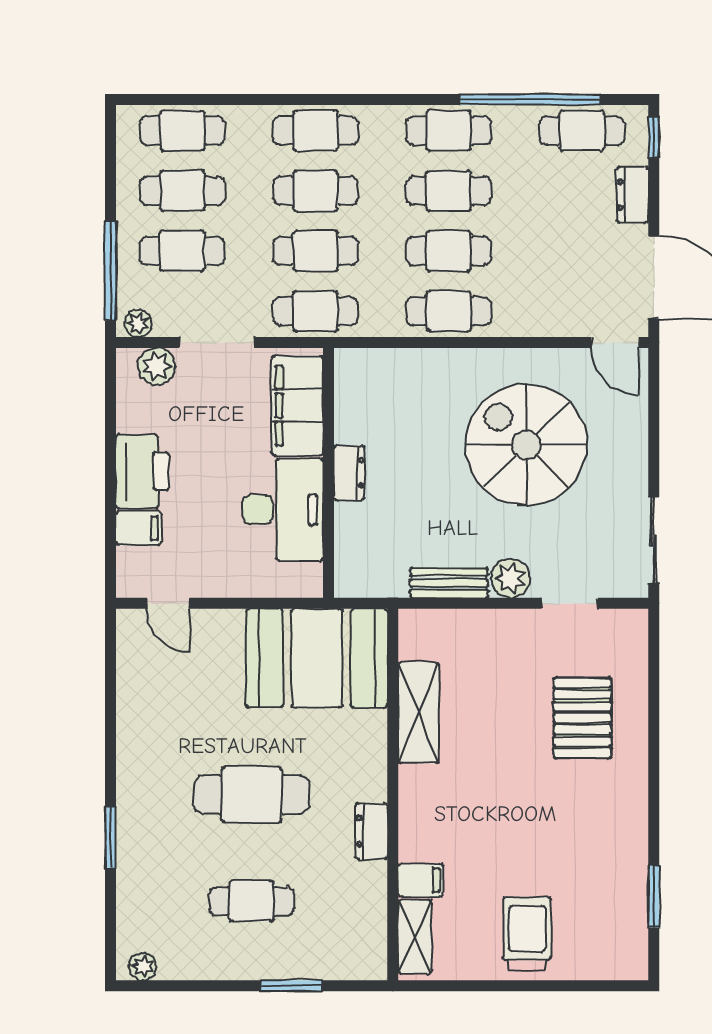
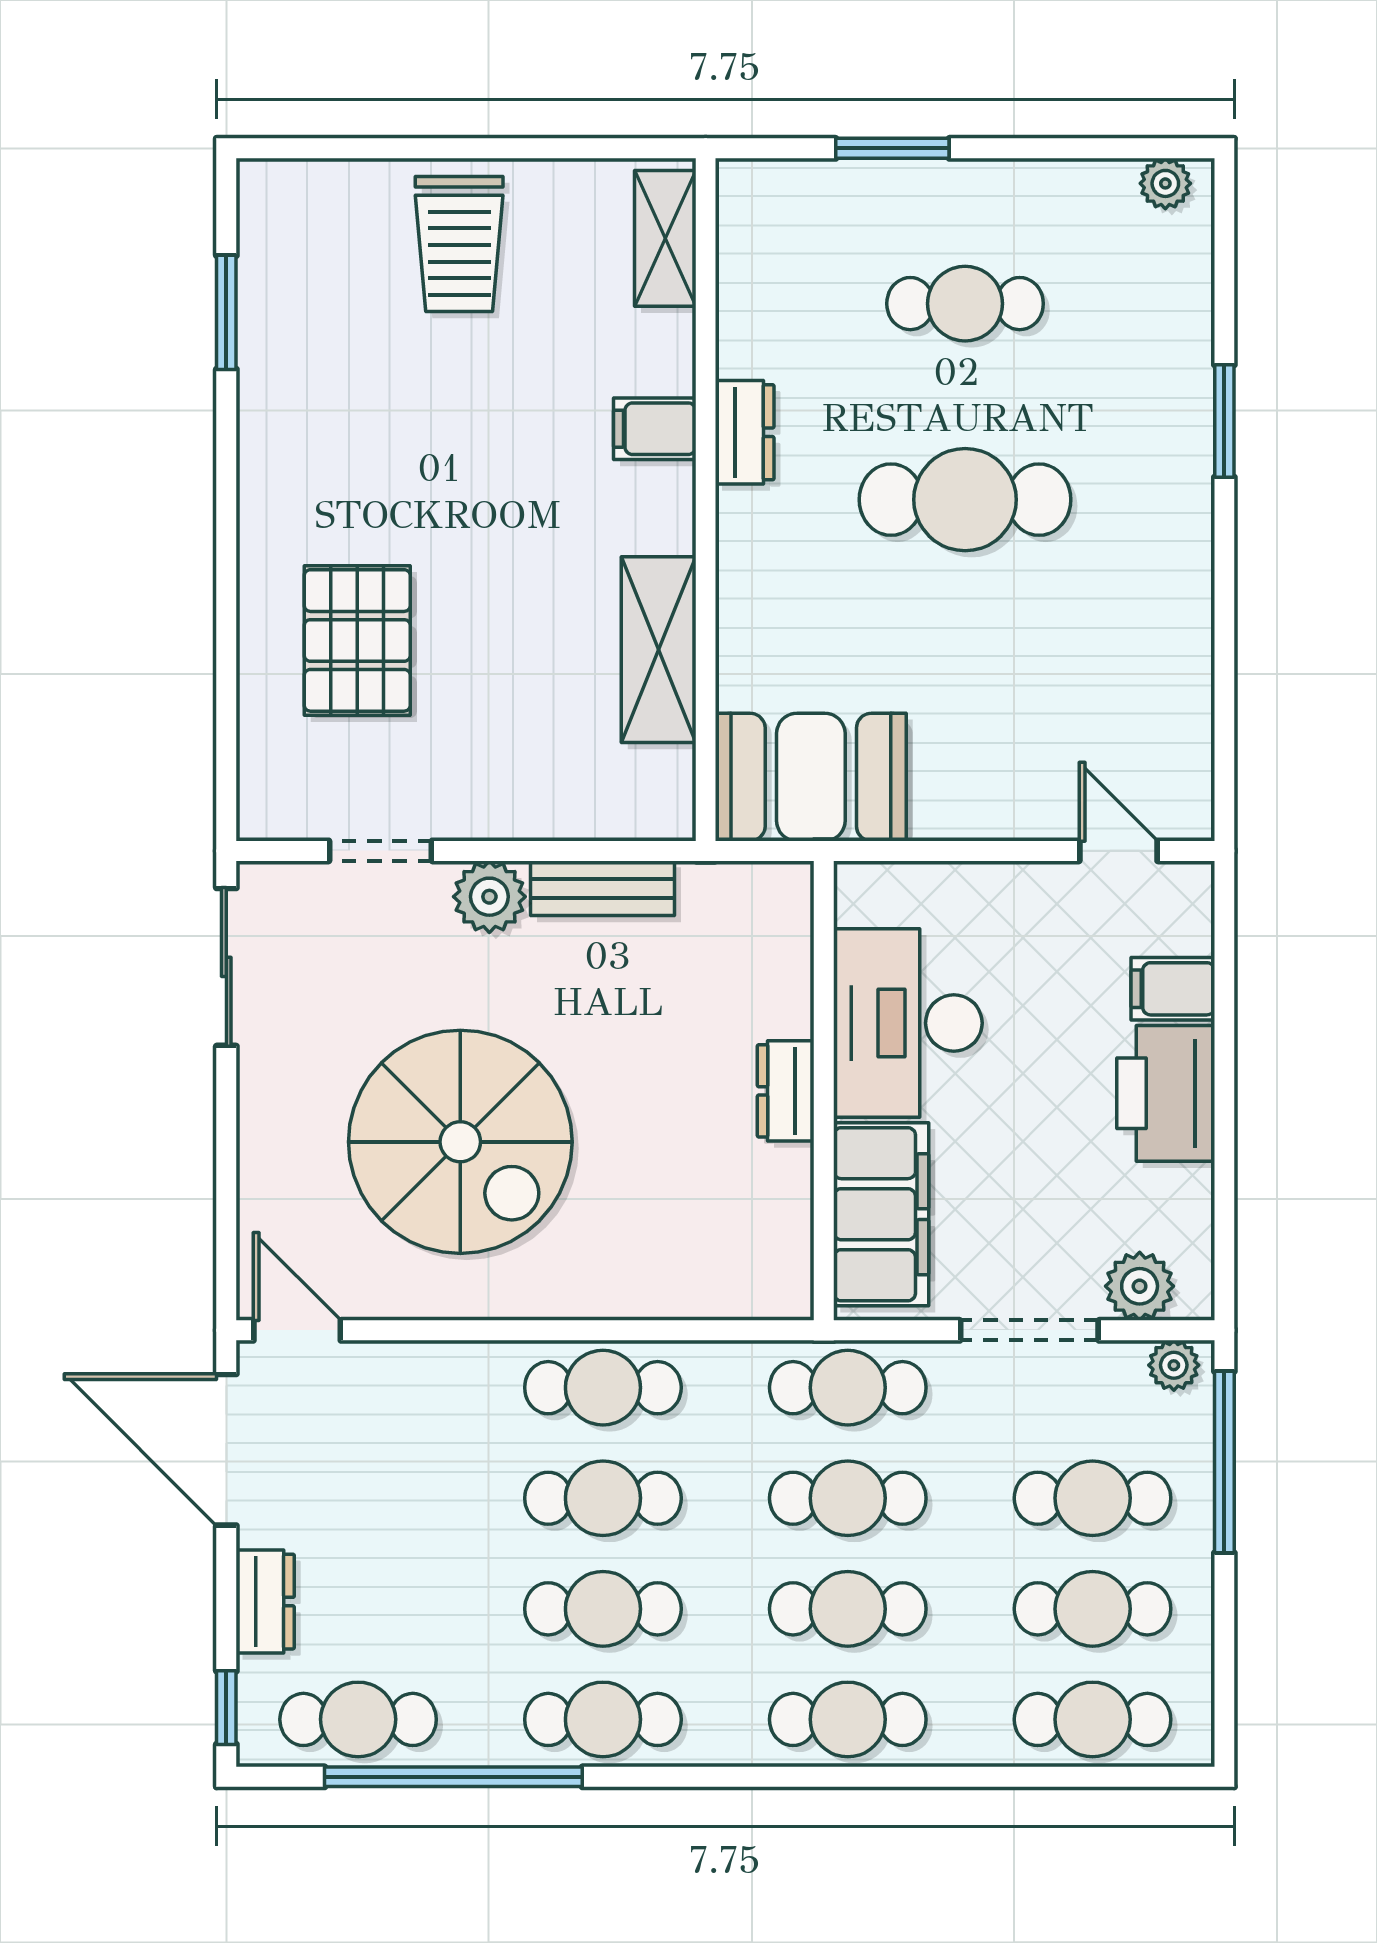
booth: (317, 658) -> (811, 777), width x0.73, depth x0.70
filing cabinet: (421, 880) -> (655, 429), moved

